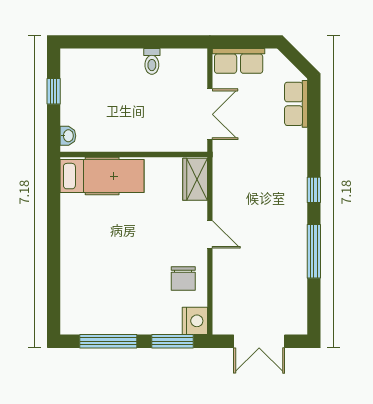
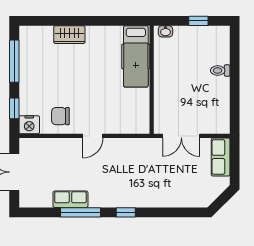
toilet: (152, 61) -> (220, 70), moved
row of seats: (296, 104) -> (70, 199), moved
wardrobe: (195, 179) -> (69, 35), moved, turned 180
window: (172, 341) -> (14, 108), width x0.67

